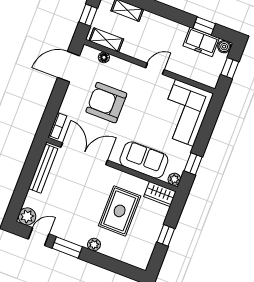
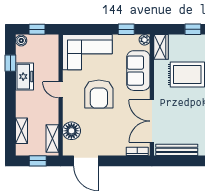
freezer: (201, 42) -> (24, 77), moved
floor lamp: (104, 57) -> (71, 131), width x1.89, depth x1.89
armchair: (106, 103) -> (99, 94), moved

